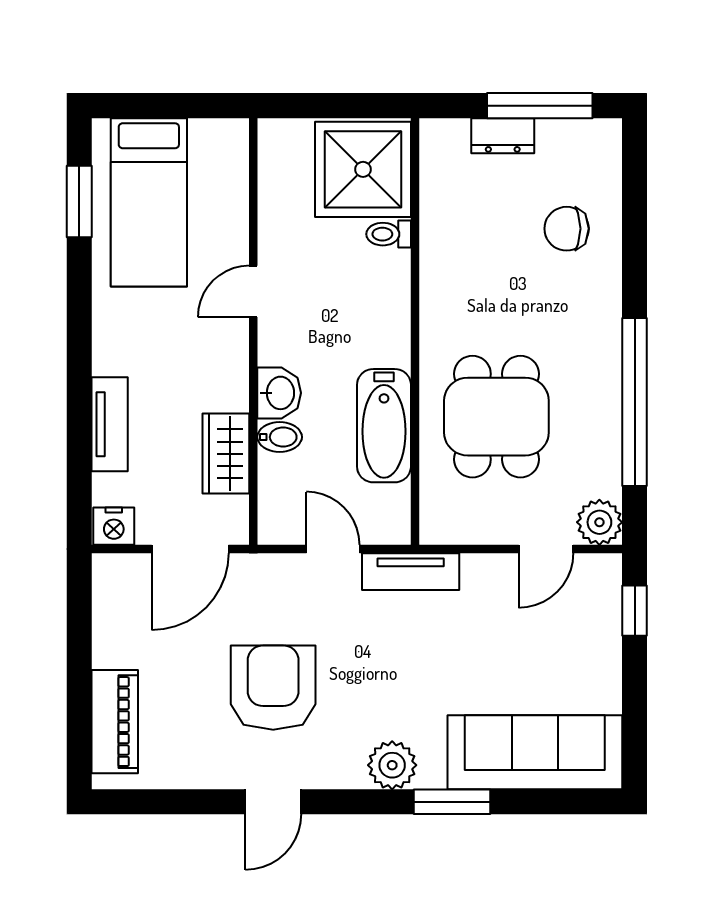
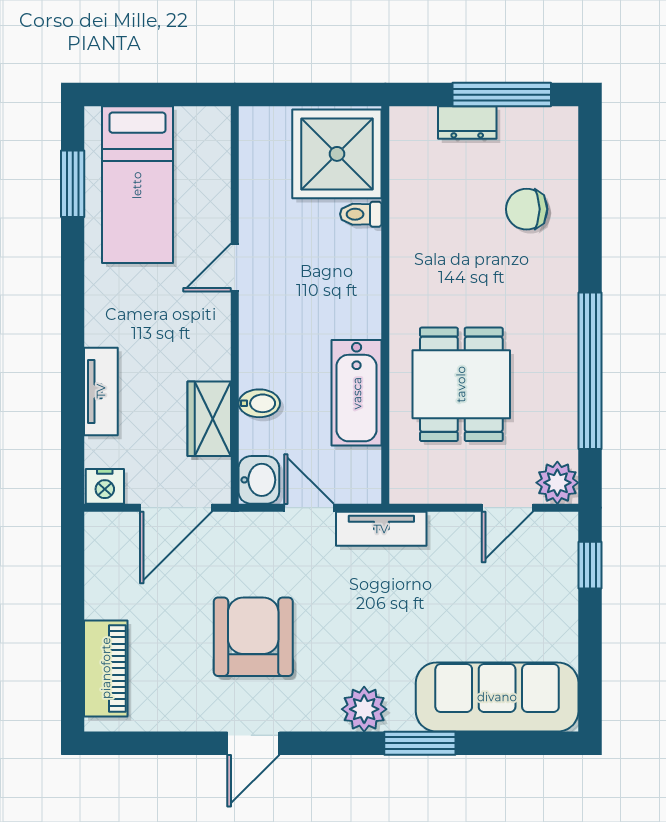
washbasin: (279, 393) -> (259, 480), moved

